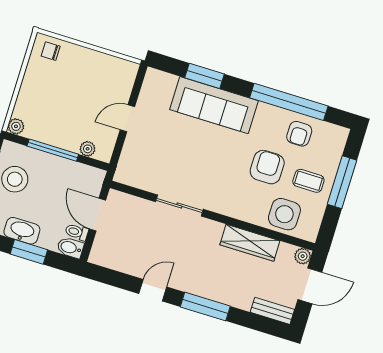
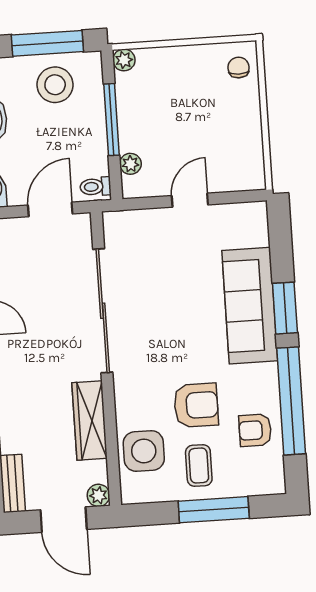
window: (205, 76) -> (285, 308), moved
door: (127, 118) -> (190, 200), hinge flipped
sliding door: (179, 205) -> (103, 311), width x1.86
toilet: (77, 232) -> (95, 187), moved, turned -90

